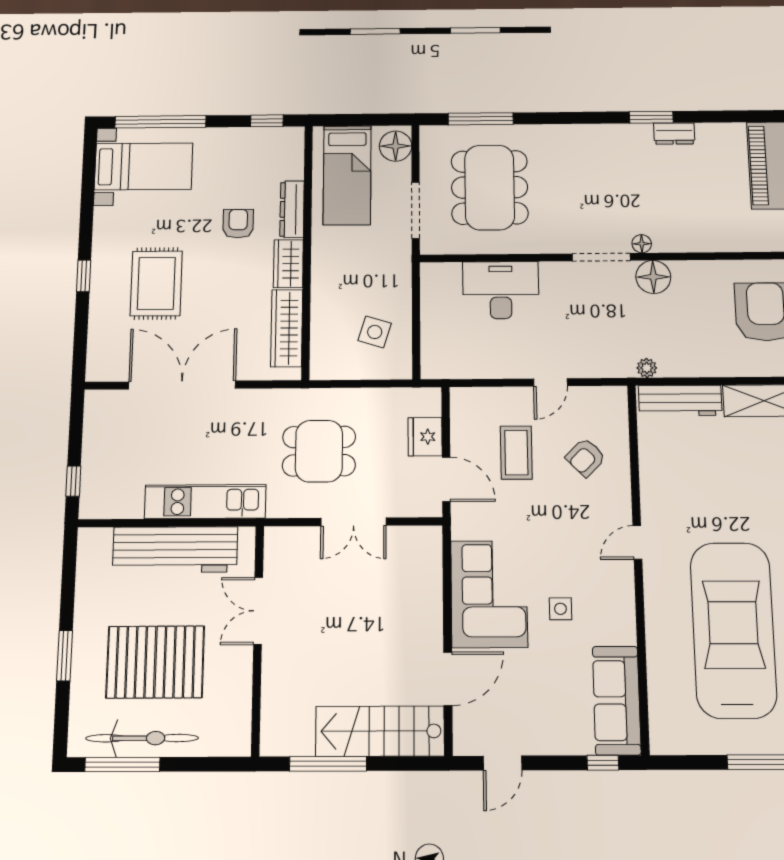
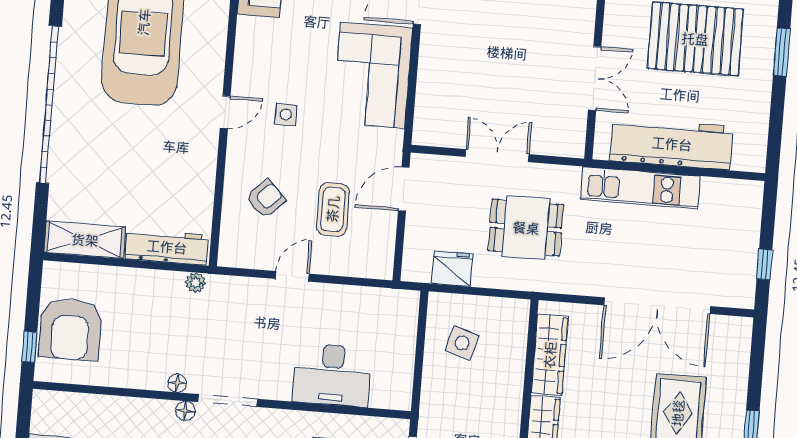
floor lamp: (653, 277) -> (177, 383), width x0.53, depth x0.53
fridge: (425, 437) -> (452, 269), moved, turned -90
door: (446, 479) -> (404, 189), hinge flipped
window: (73, 481) -> (764, 264), moved
side table: (560, 609) -> (286, 115), moved

